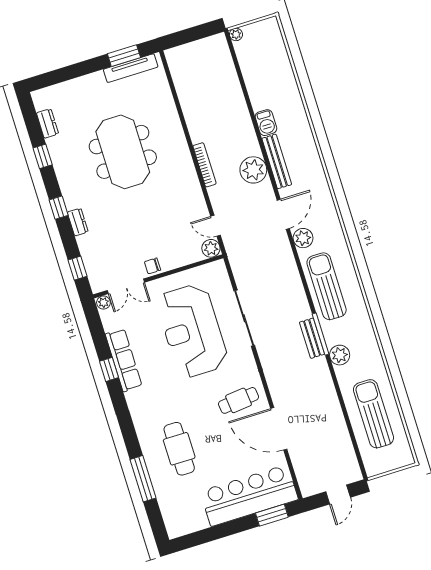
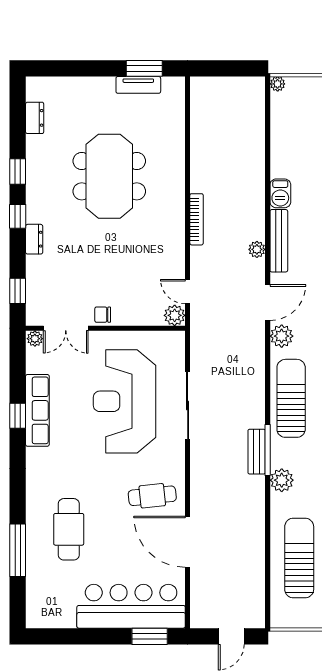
tv unit: (131, 68) -> (138, 85), width x0.71
window: (43, 156) -> (18, 172), moved
plant: (253, 170) -> (257, 249), width x0.53, depth x0.53

